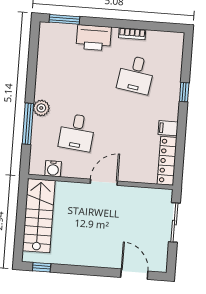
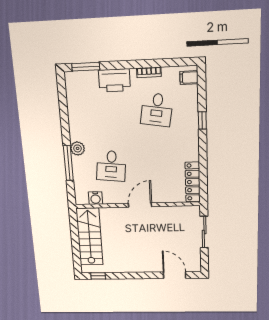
filing cabinet: (168, 128) -> (189, 78), moved

